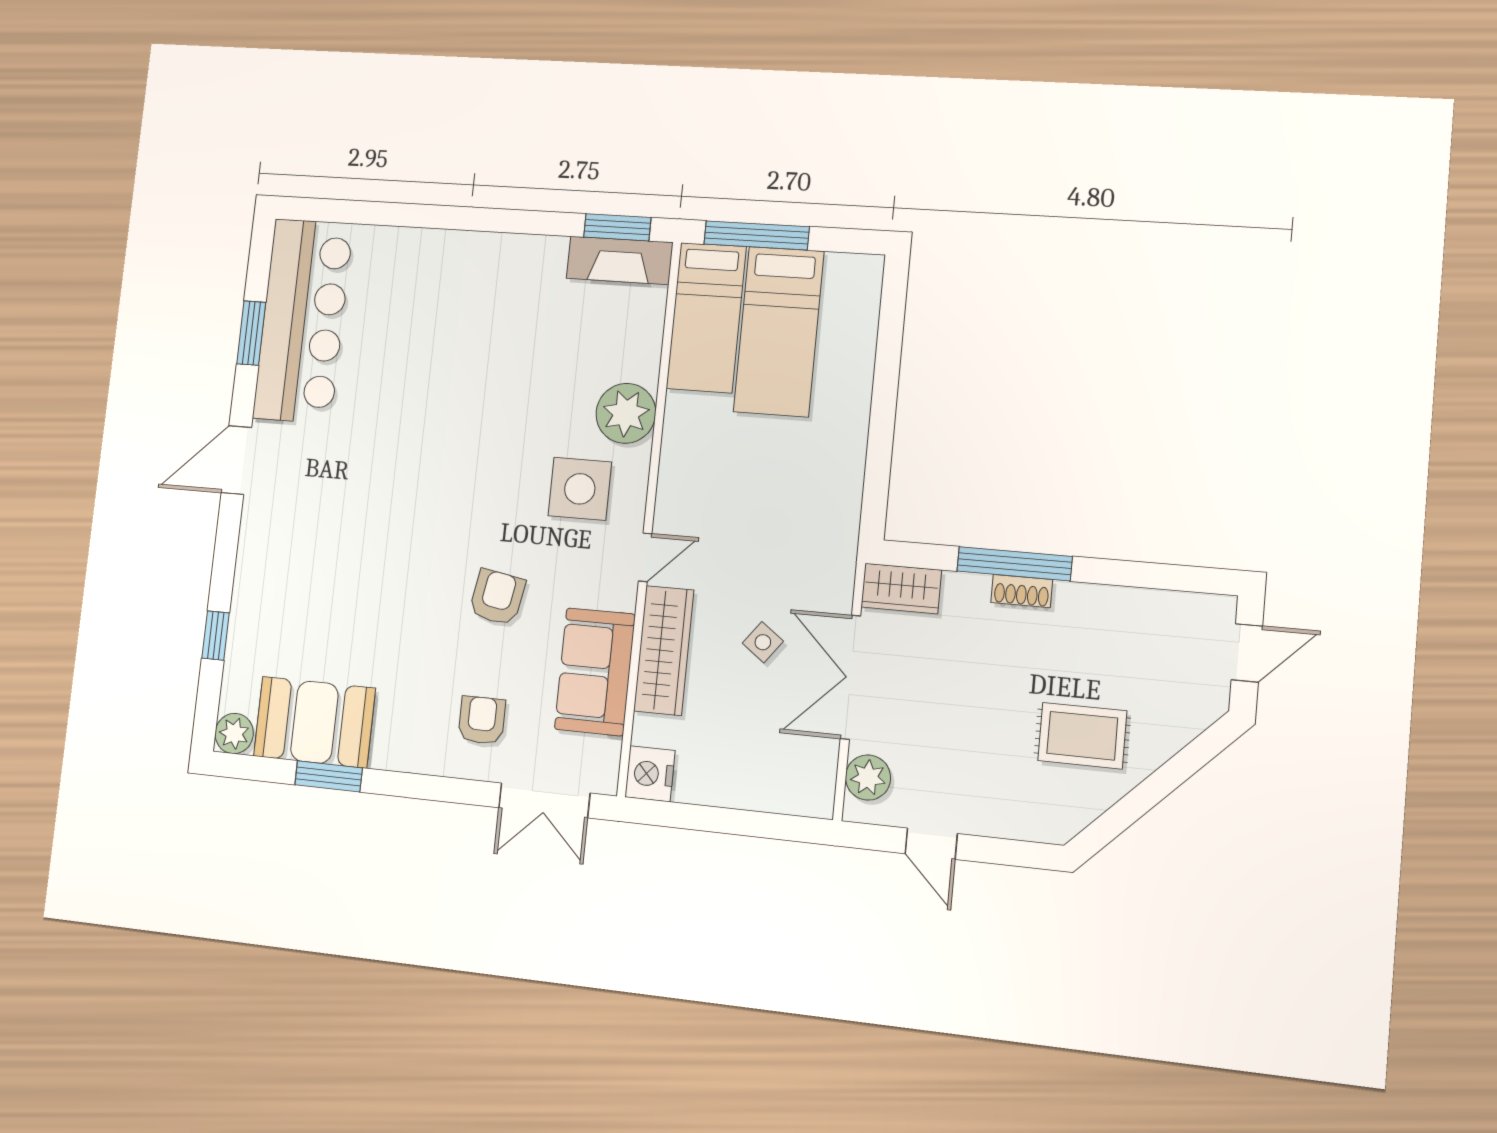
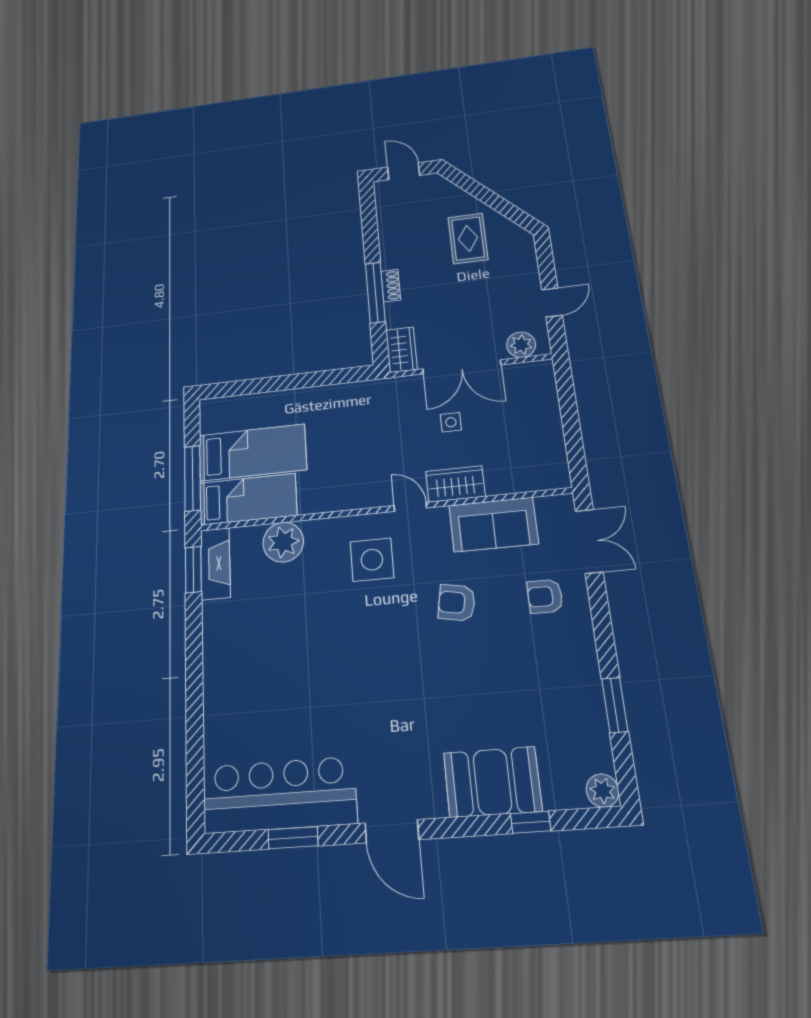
plant: (626, 413) -> (283, 542), moved
side table: (763, 642) -> (451, 422), turned -37
wardrobe: (664, 650) -> (455, 484), width x0.67
booth: (314, 722) -> (492, 782), moved, turned 90
nightstand: (650, 774) -> (553, 475), removed

